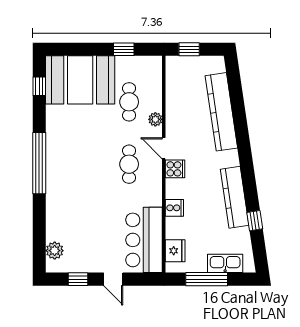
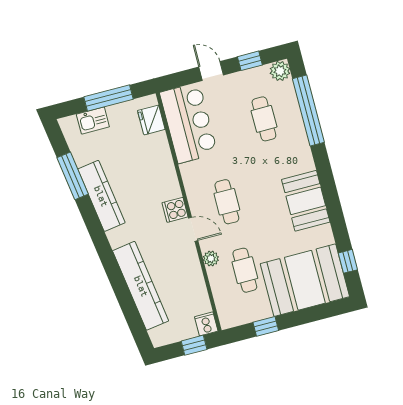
booth: (62, 147) -> (306, 201), added
window: (39, 163) -> (308, 110), moved
cooker: (174, 208) -> (206, 324), moved, turned 90
window: (255, 221) -> (73, 176), width x2.17
cafe table: (79, 226) -> (264, 119), added
plant: (55, 251) -> (280, 71), moved
kitchen sink: (225, 263) -> (93, 120), width x0.73

